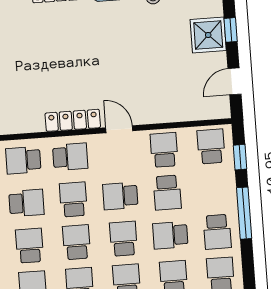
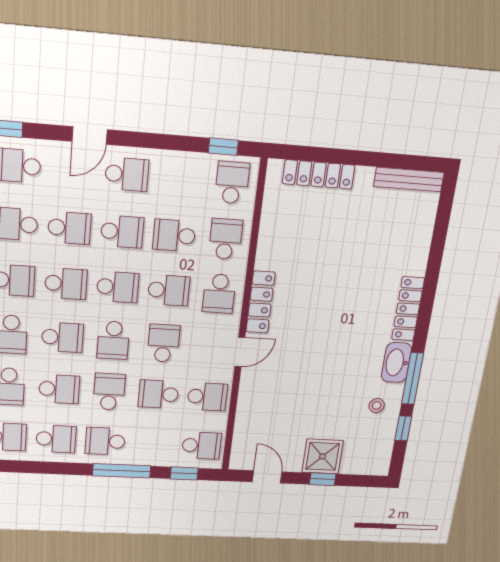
school desk: (26, 203) -> (174, 235), turned 90
school desk: (123, 239) -> (113, 340), turned 90

